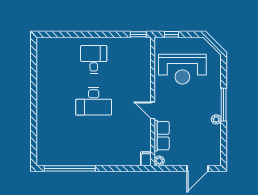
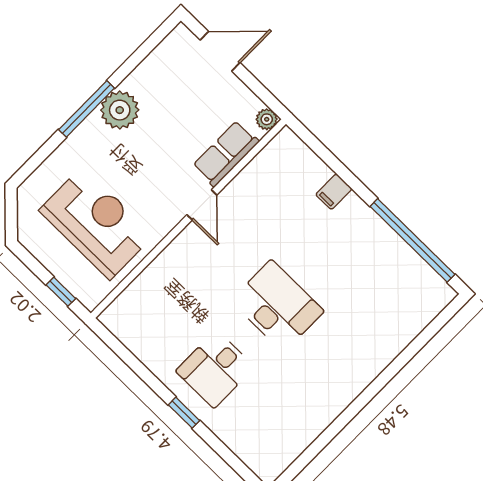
window: (138, 34) -> (184, 413), moved
plant: (216, 119) -> (120, 110), width x1.87, depth x1.87
filing cabinet: (146, 159) -> (334, 192), moved

